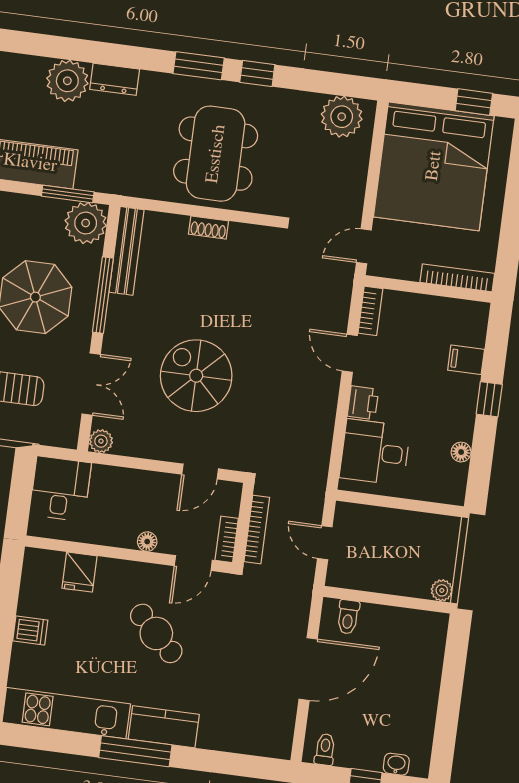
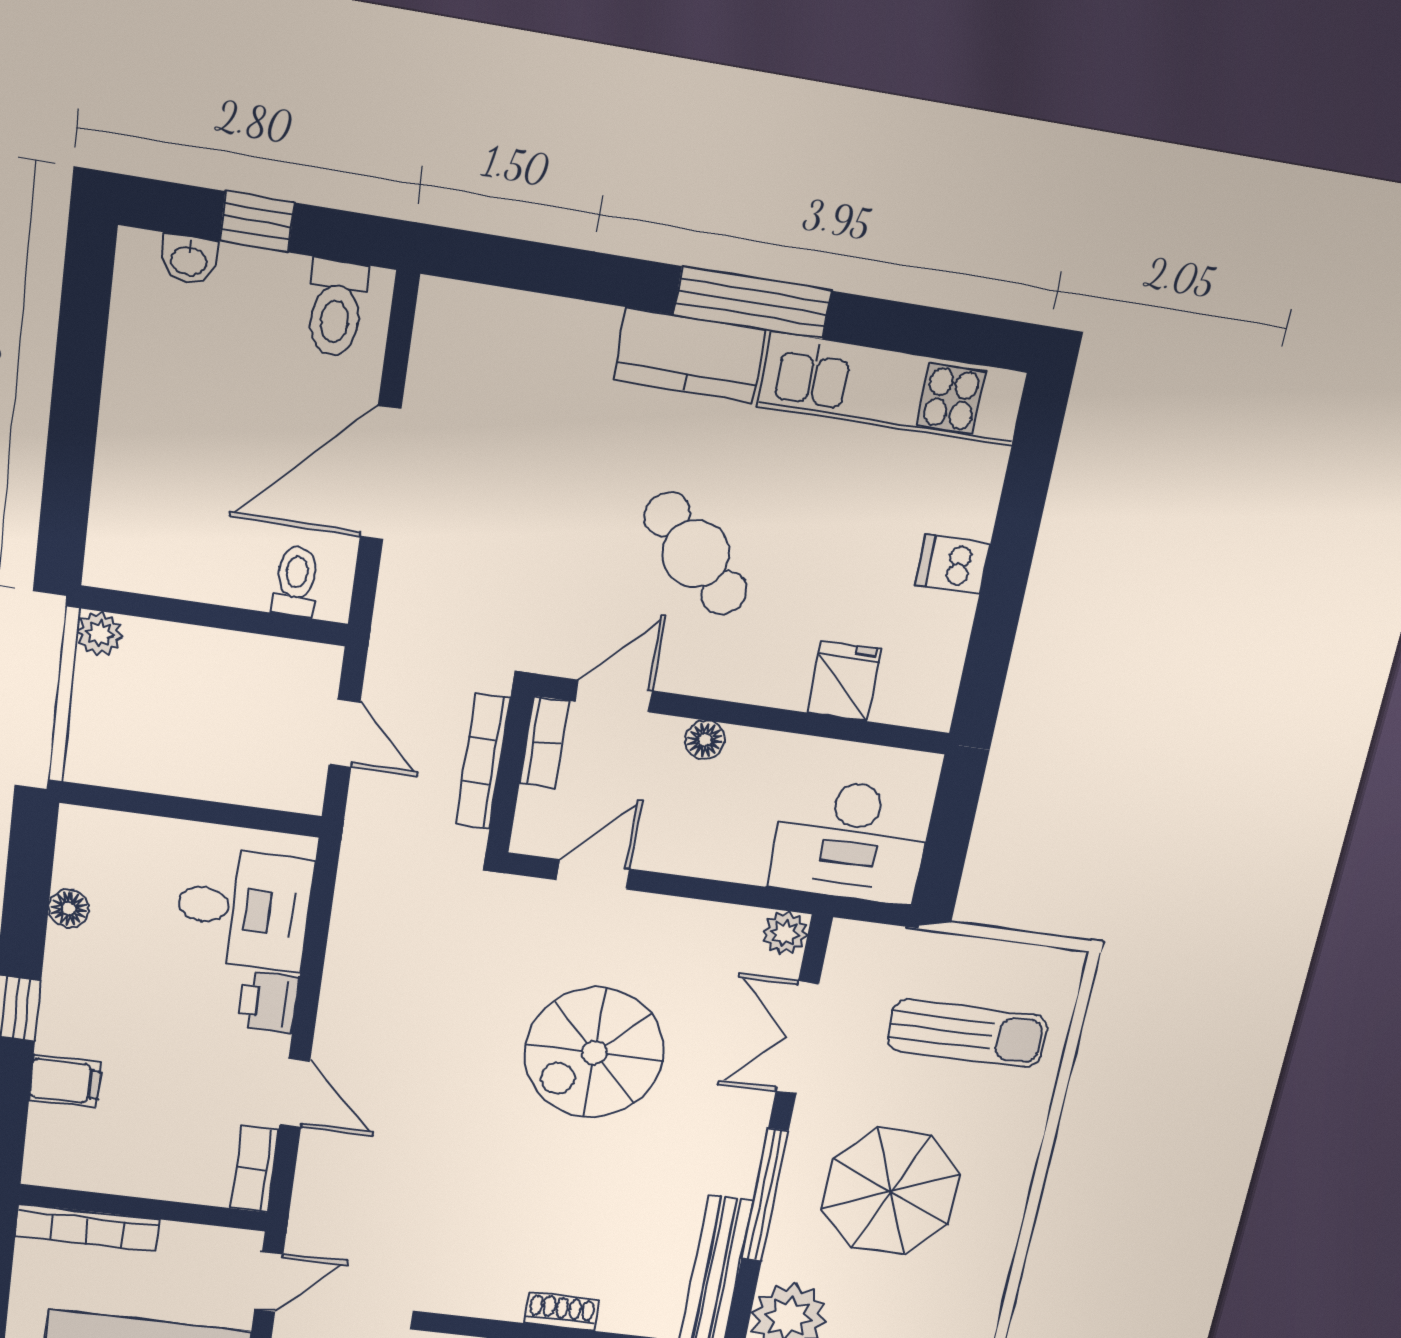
spiral stairs: (196, 376) -> (594, 1053), turned 90
desk: (60, 489) -> (851, 841), width x1.37
toilet: (325, 749) -> (336, 308), width x1.37, depth x1.39

